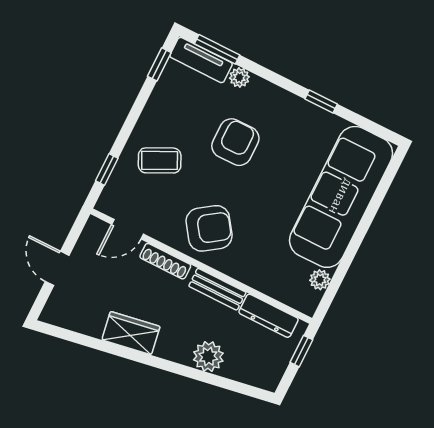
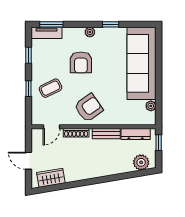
window: (159, 64) -> (28, 55), moved
plant: (239, 77) -> (90, 32), moved
armchair: (235, 142) -> (81, 62), turned 180
window: (107, 170) -> (28, 89), moved
wardrobe: (131, 333) -> (51, 178), moved
plant: (208, 356) -> (141, 162), moved

